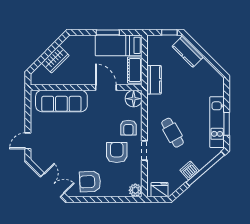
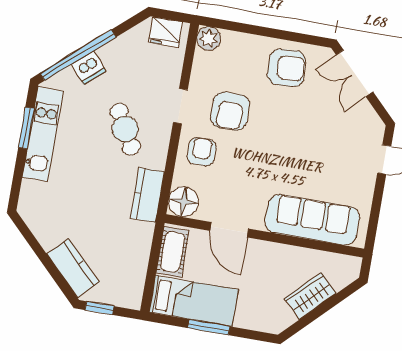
kitchen counter: (154, 80) -> (147, 195), moved
dishwasher: (189, 171) -> (89, 68), moved

